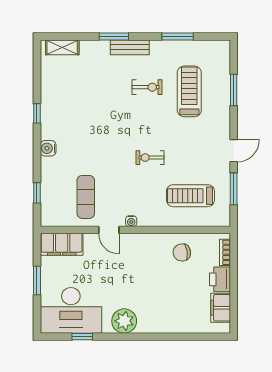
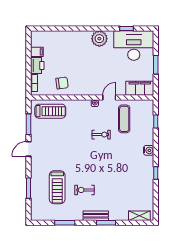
exercise bike: (150, 158) -> (101, 135), moved
treadmill: (190, 196) -> (50, 111), moved
door: (109, 230) -> (109, 98), hinge flipped
filing cabinet: (221, 308) -> (37, 52), width x0.50

